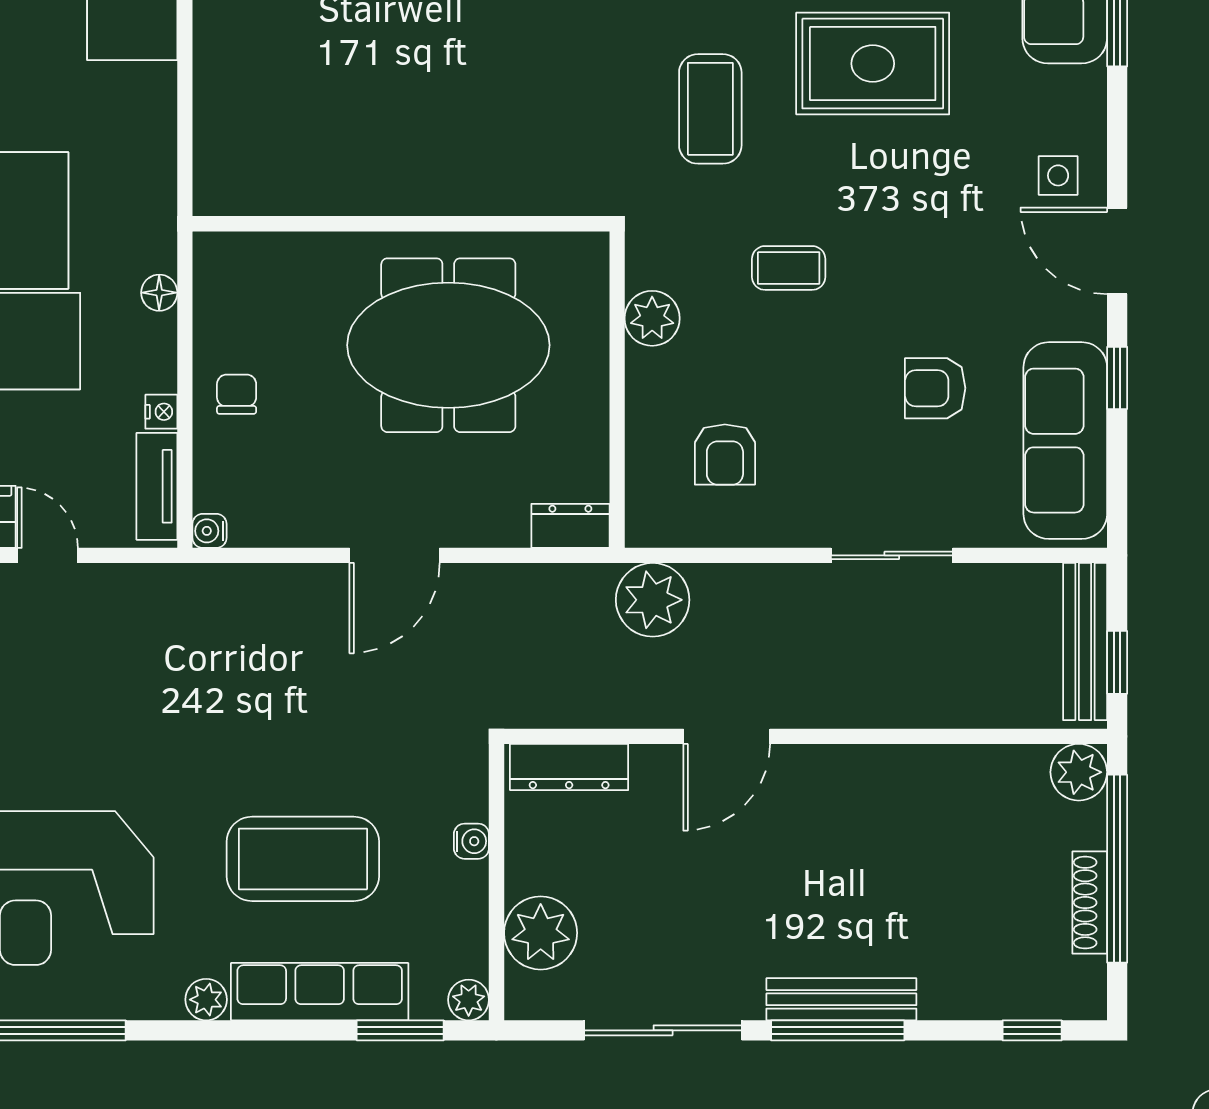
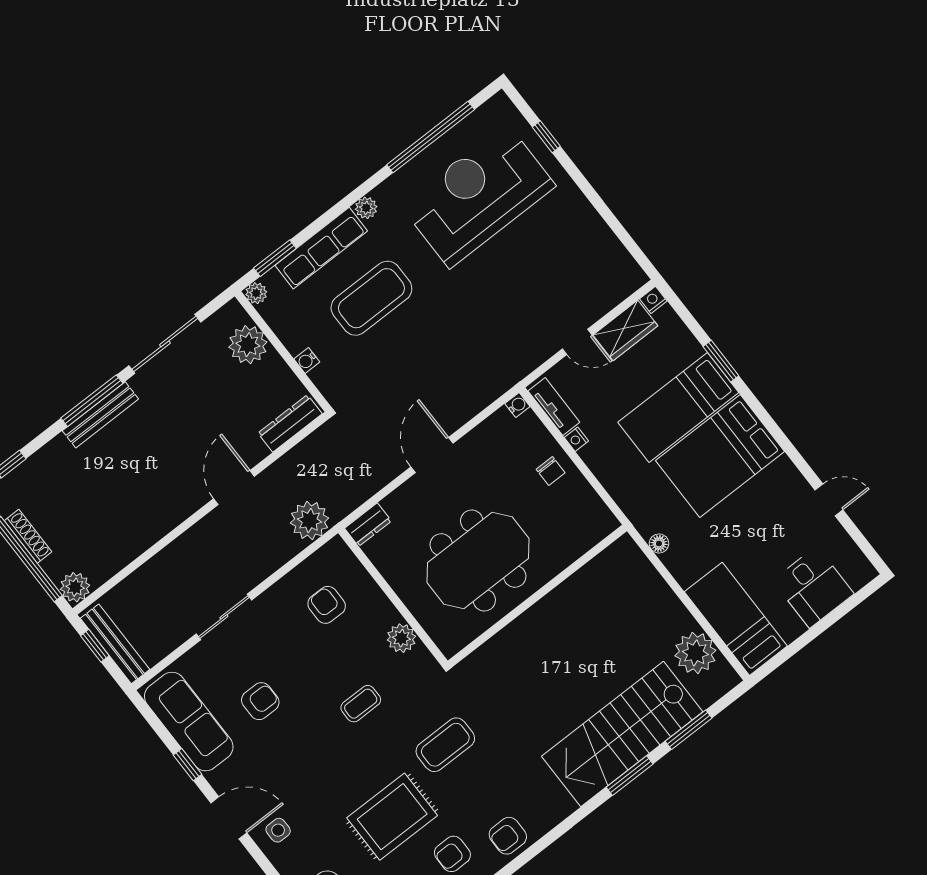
coffee table: (710, 109) -> (445, 745), turned 90
floor lamp: (159, 293) -> (659, 543), moved

